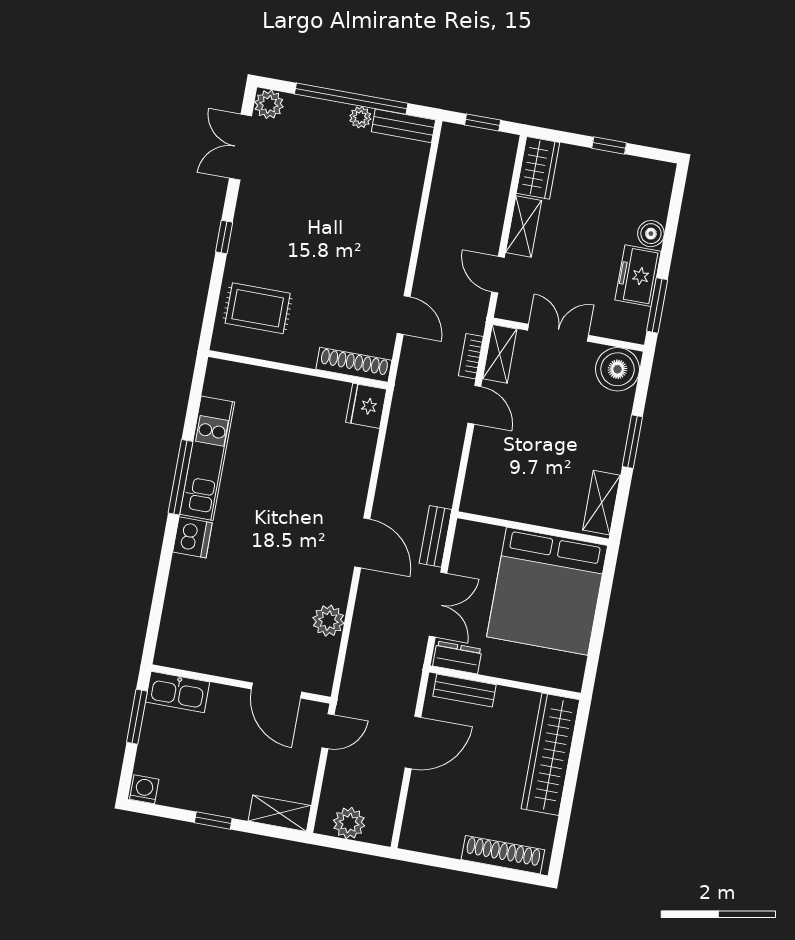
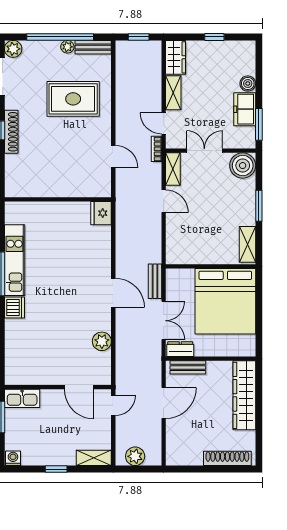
rug: (258, 308) -> (73, 99), moved, width x1.36, depth x1.43
bookcase: (471, 356) -> (156, 149), moved
shoe rack: (354, 365) -> (11, 132), moved, turned 90

